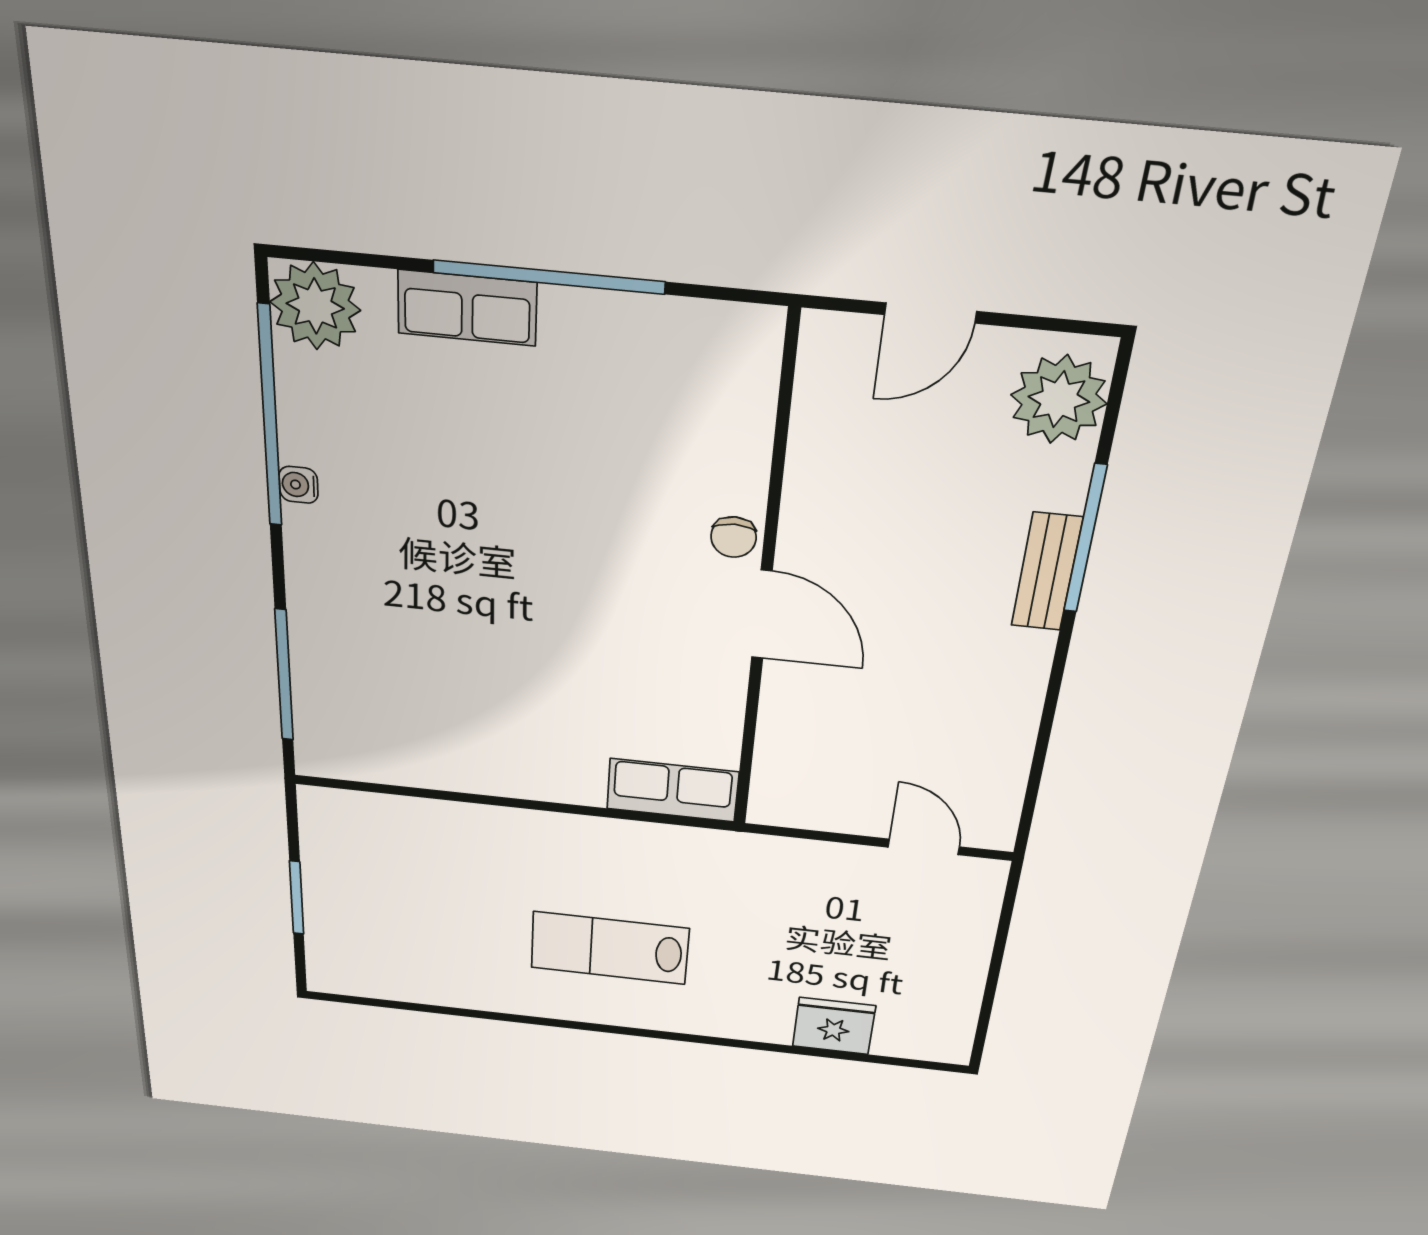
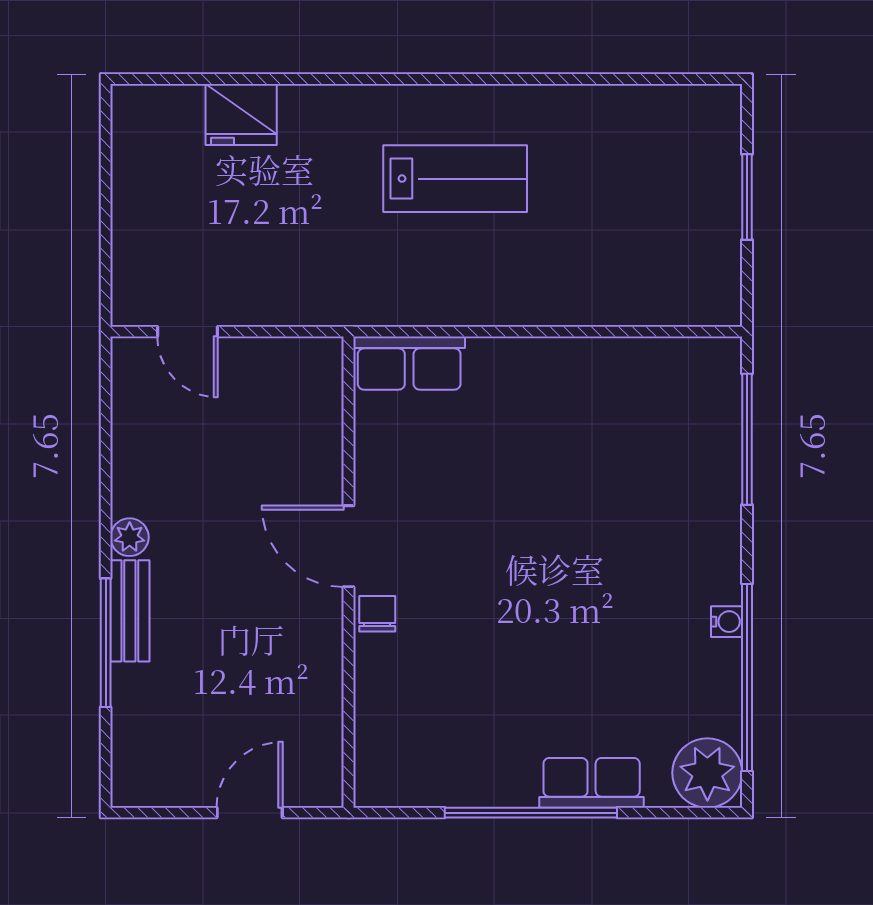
plant: (1059, 399) -> (130, 537), moved, width x0.53, depth x0.53

